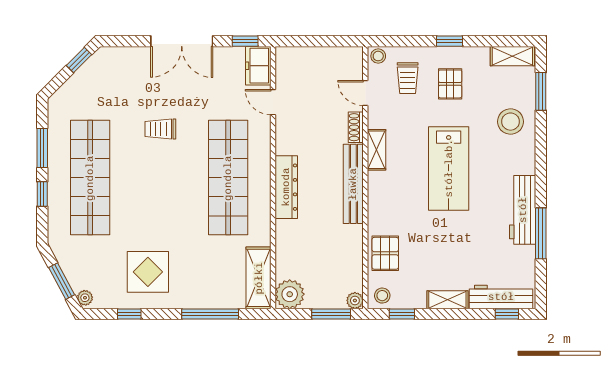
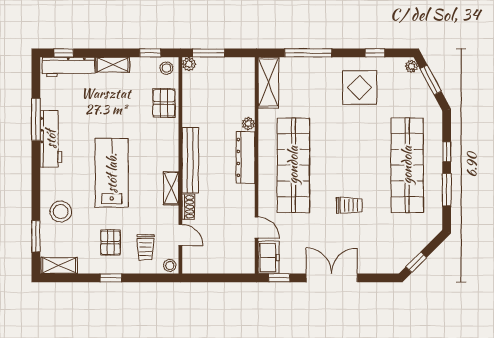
trolley: (408, 78) -> (146, 247), turned 180
plant: (290, 294) -> (248, 124), moved, width x0.53, depth x0.53

